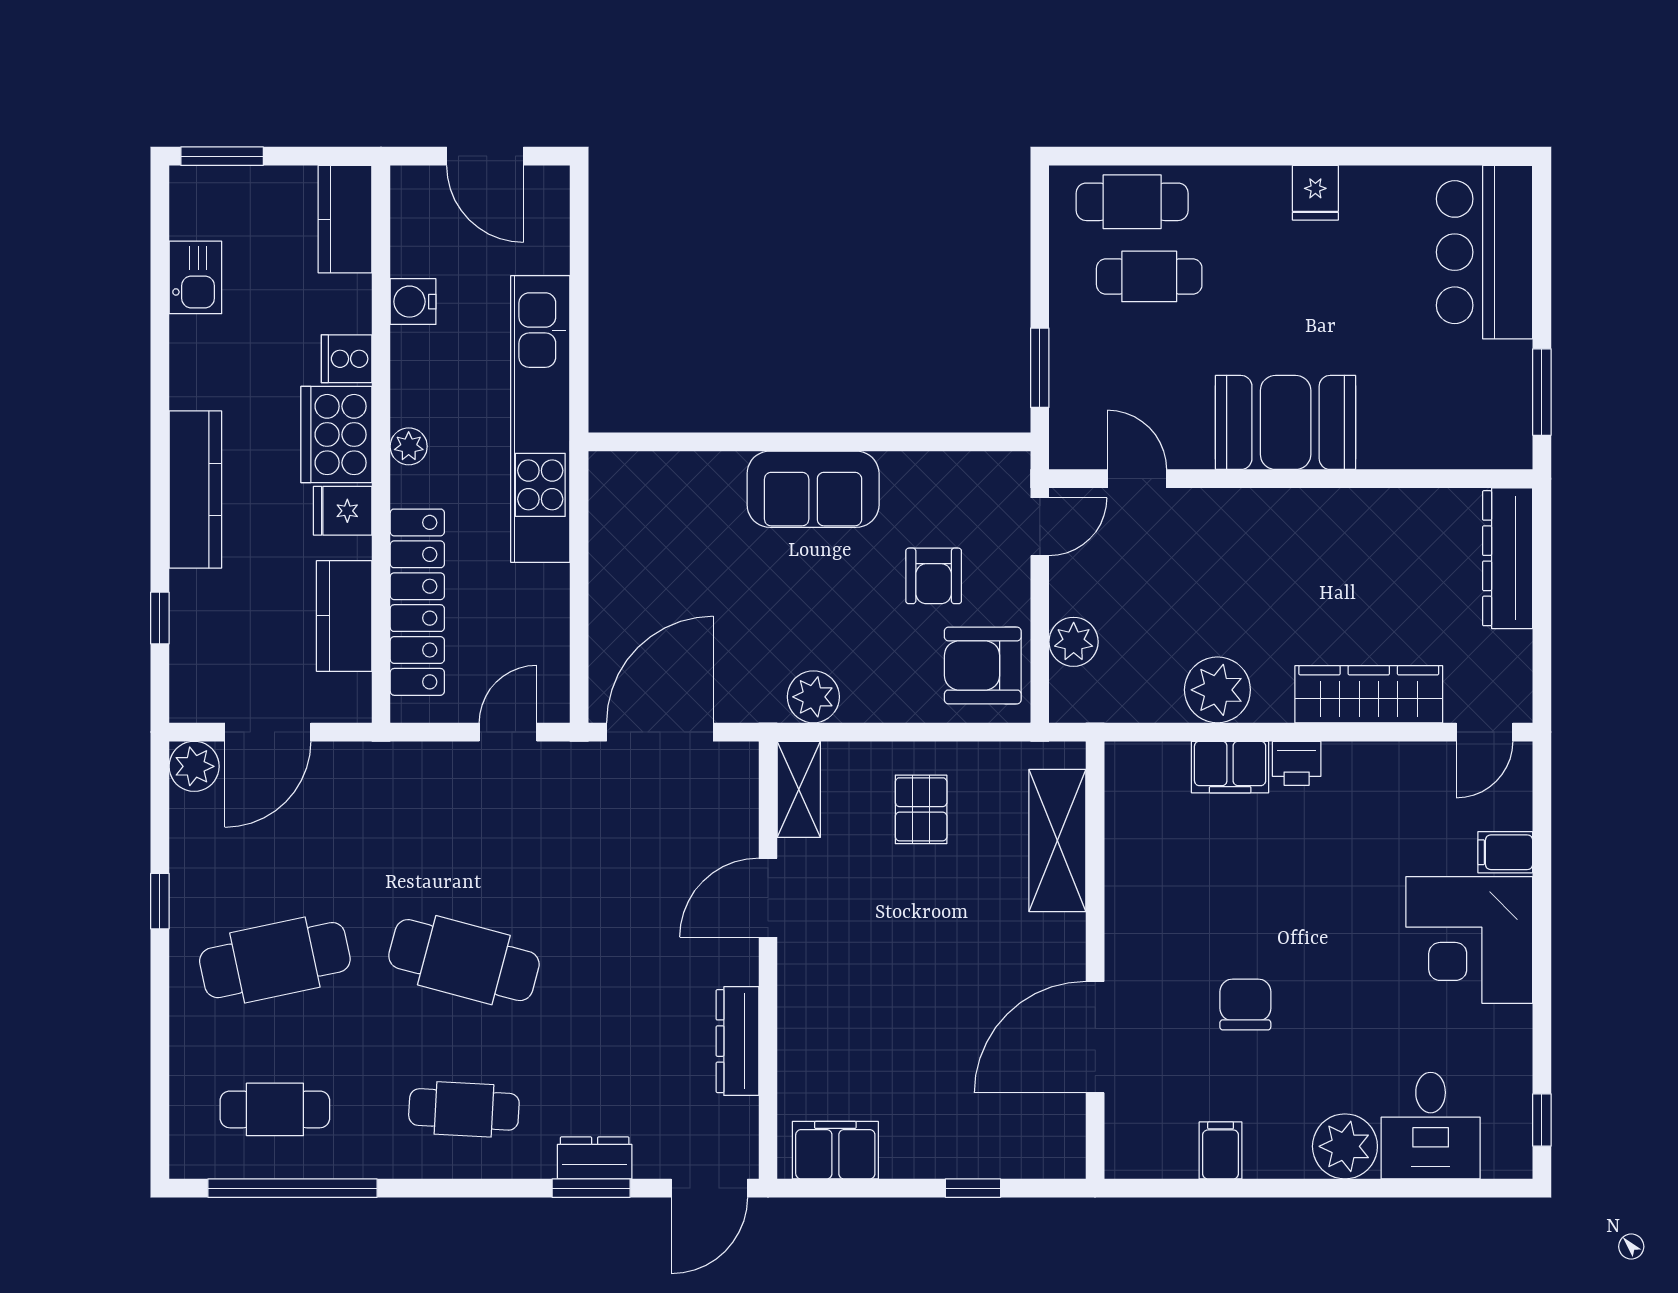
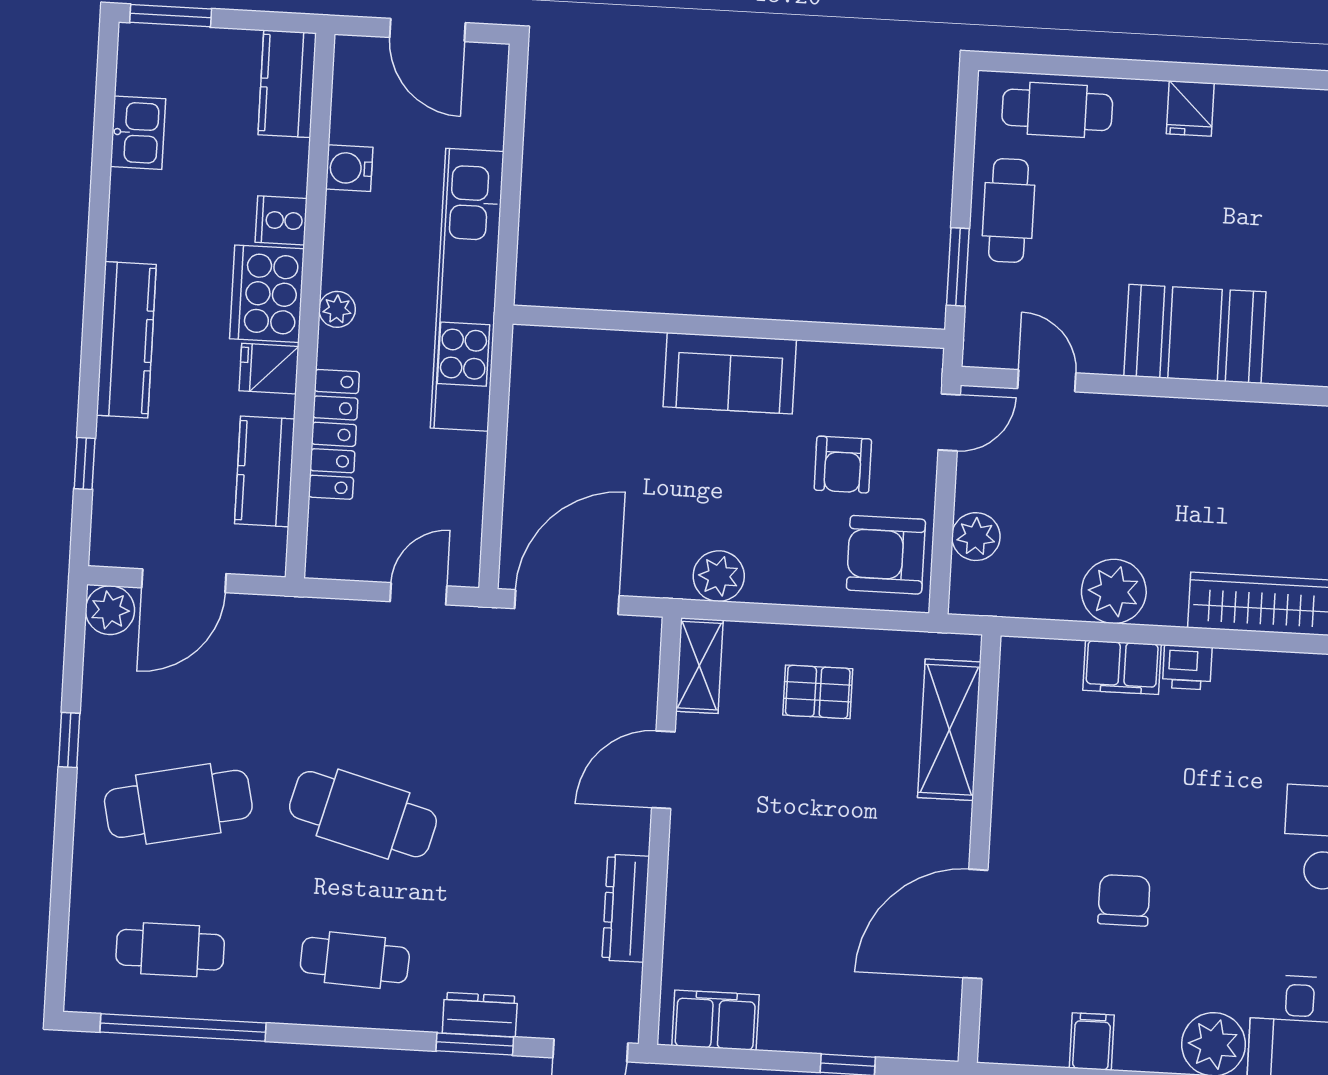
fridge: (1315, 193) -> (1190, 108), moved
cafe table: (1149, 276) -> (1008, 210), moved, turned 90
locker: (417, 602) -> (334, 434), width x0.71, depth x0.83
pallet: (921, 809) -> (818, 692), turned 90

